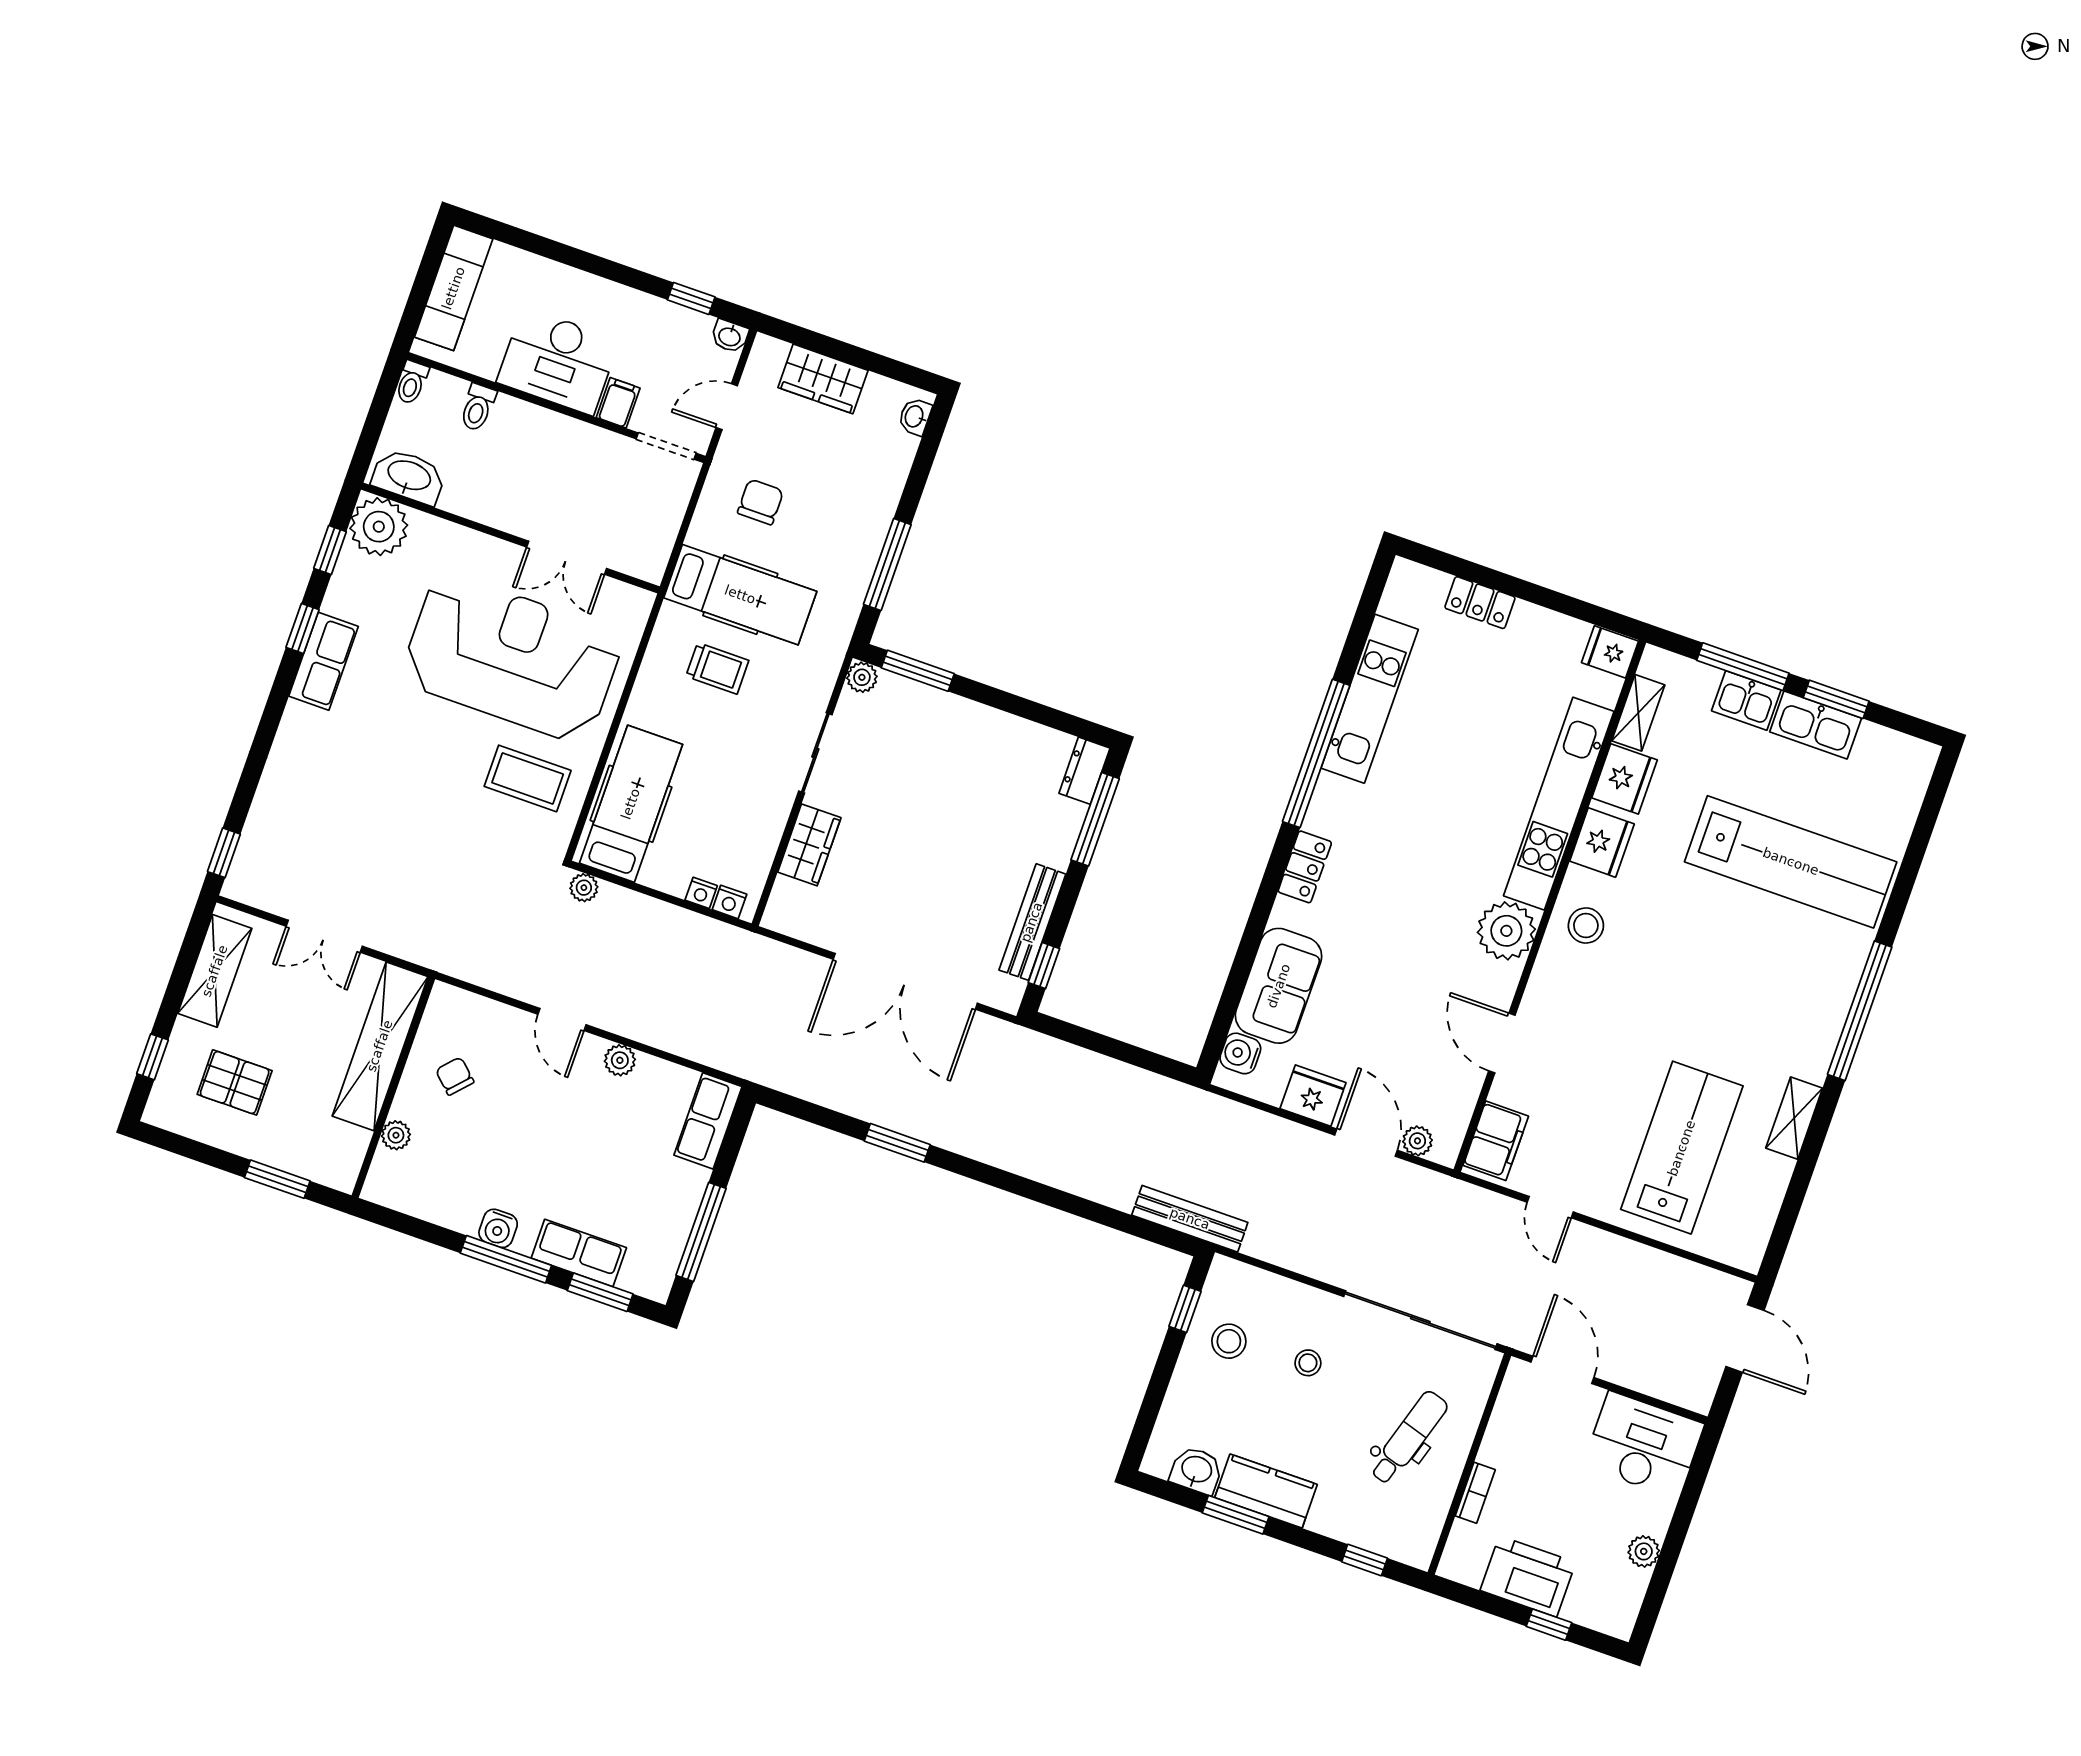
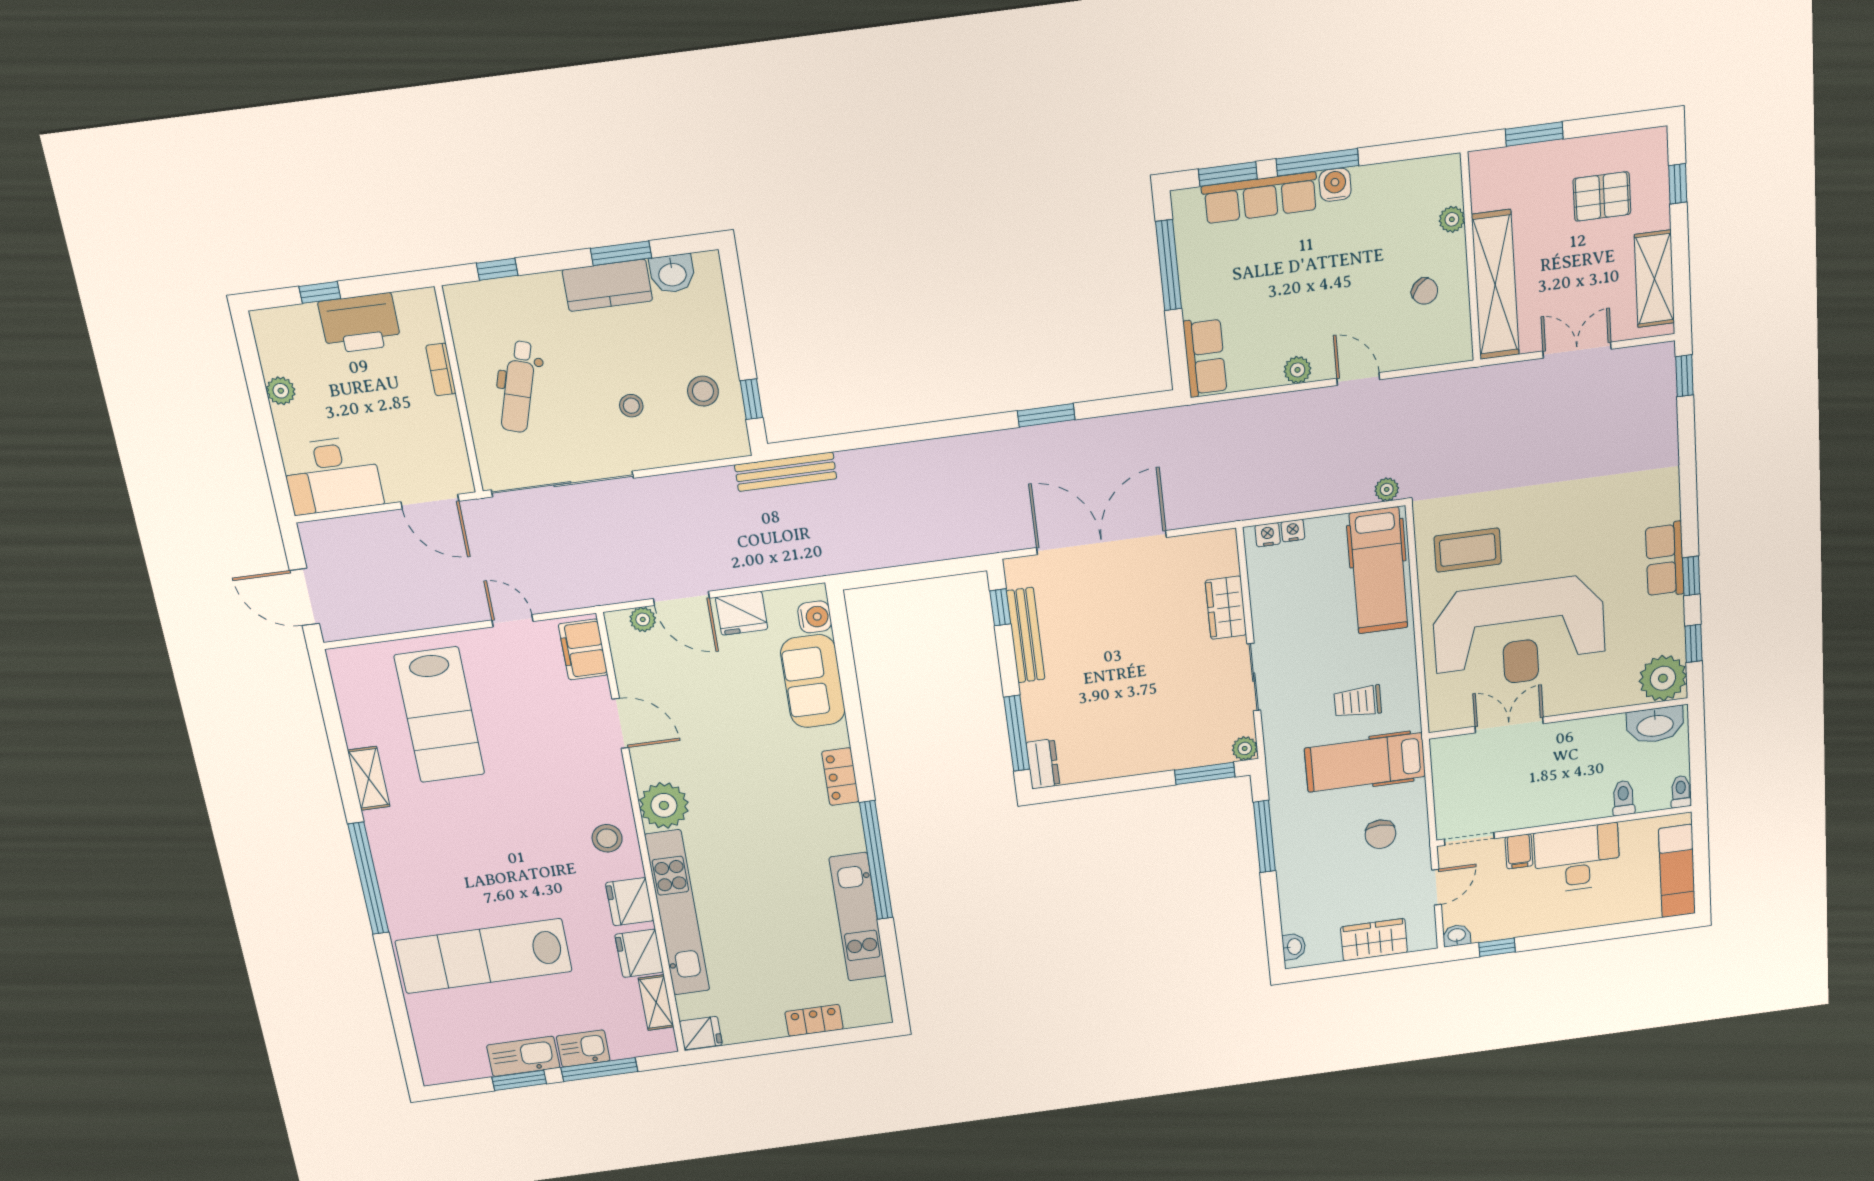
row of seats: (579, 1253) -> (1260, 198), width x1.48

